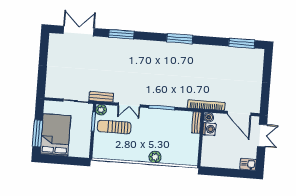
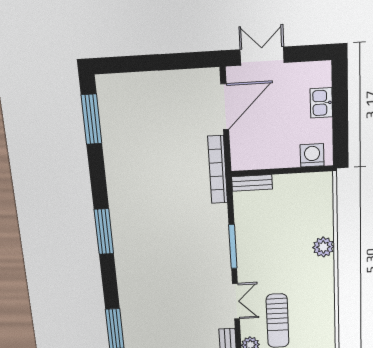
boiler: (209, 117) -> (240, 162), removed
washing machine: (209, 129) -> (312, 155), moved
kitchen sink: (248, 164) -> (321, 103), moved

